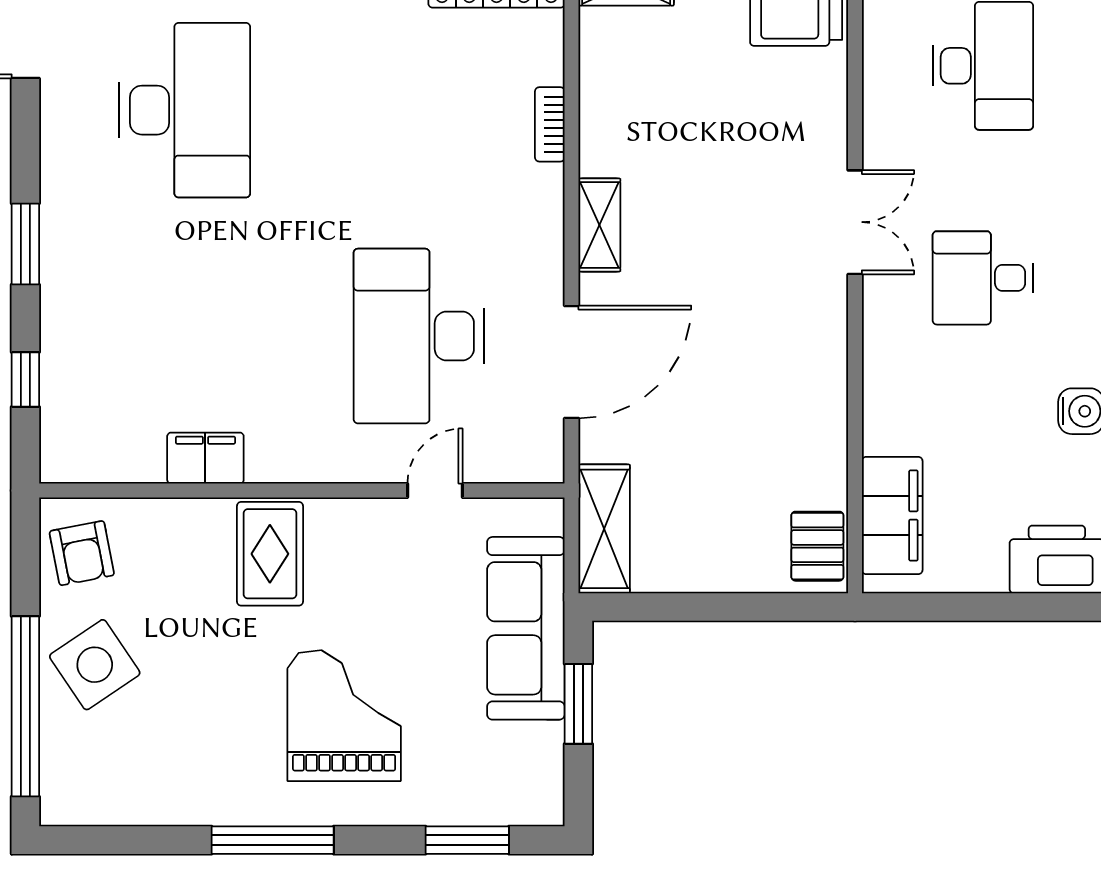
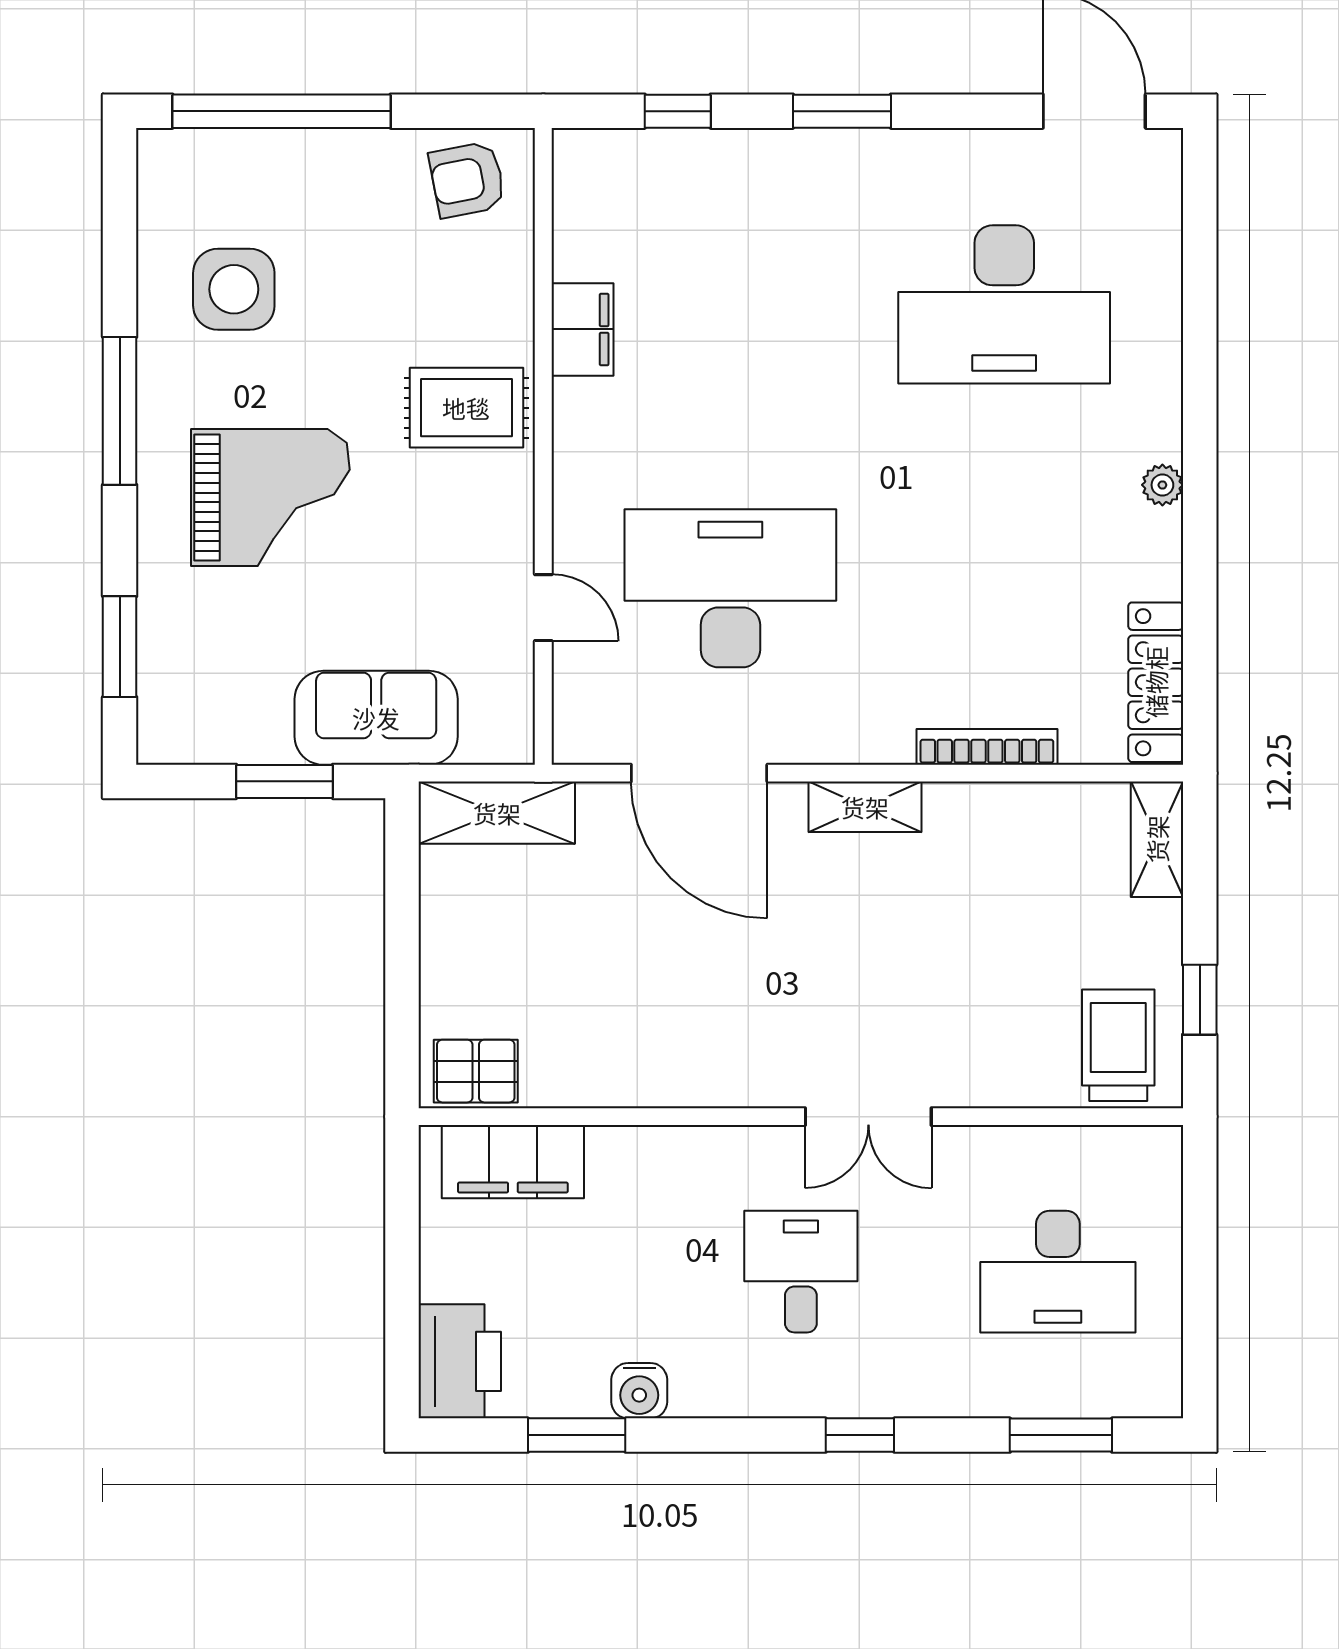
bookcase: (550, 124) -> (987, 747), width x1.56
sofa: (526, 628) -> (376, 718), width x0.73
side table: (95, 665) -> (234, 289), moved, turned 34

